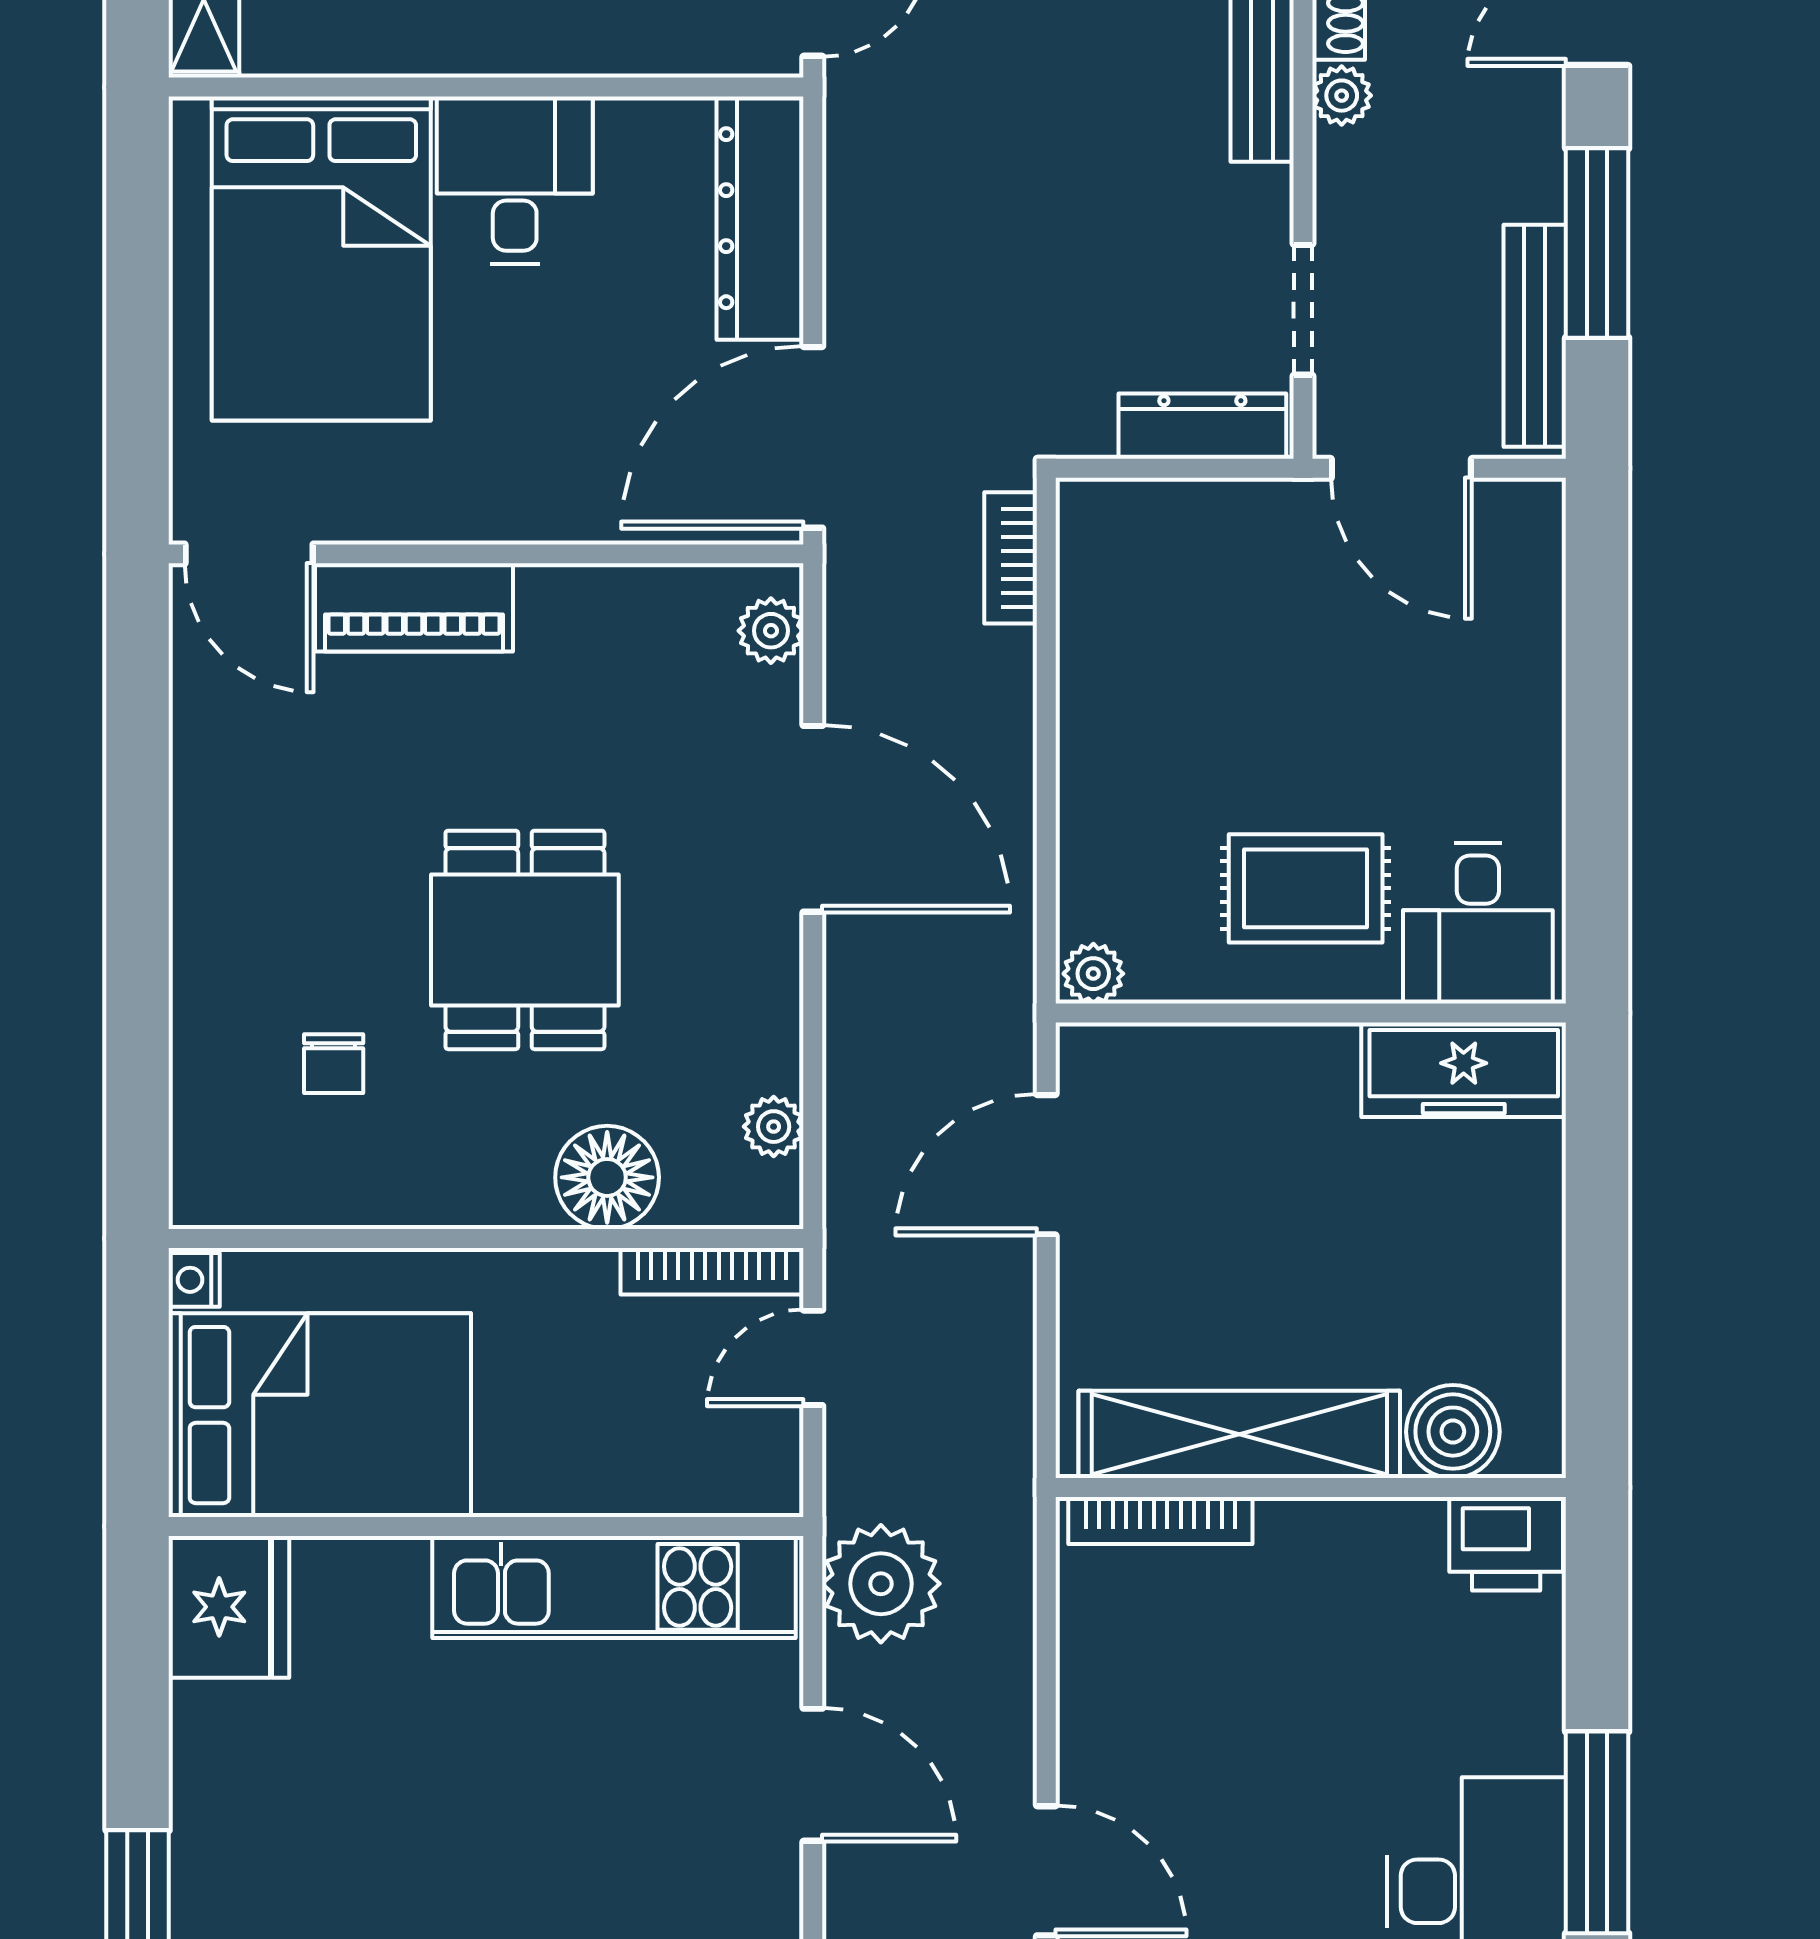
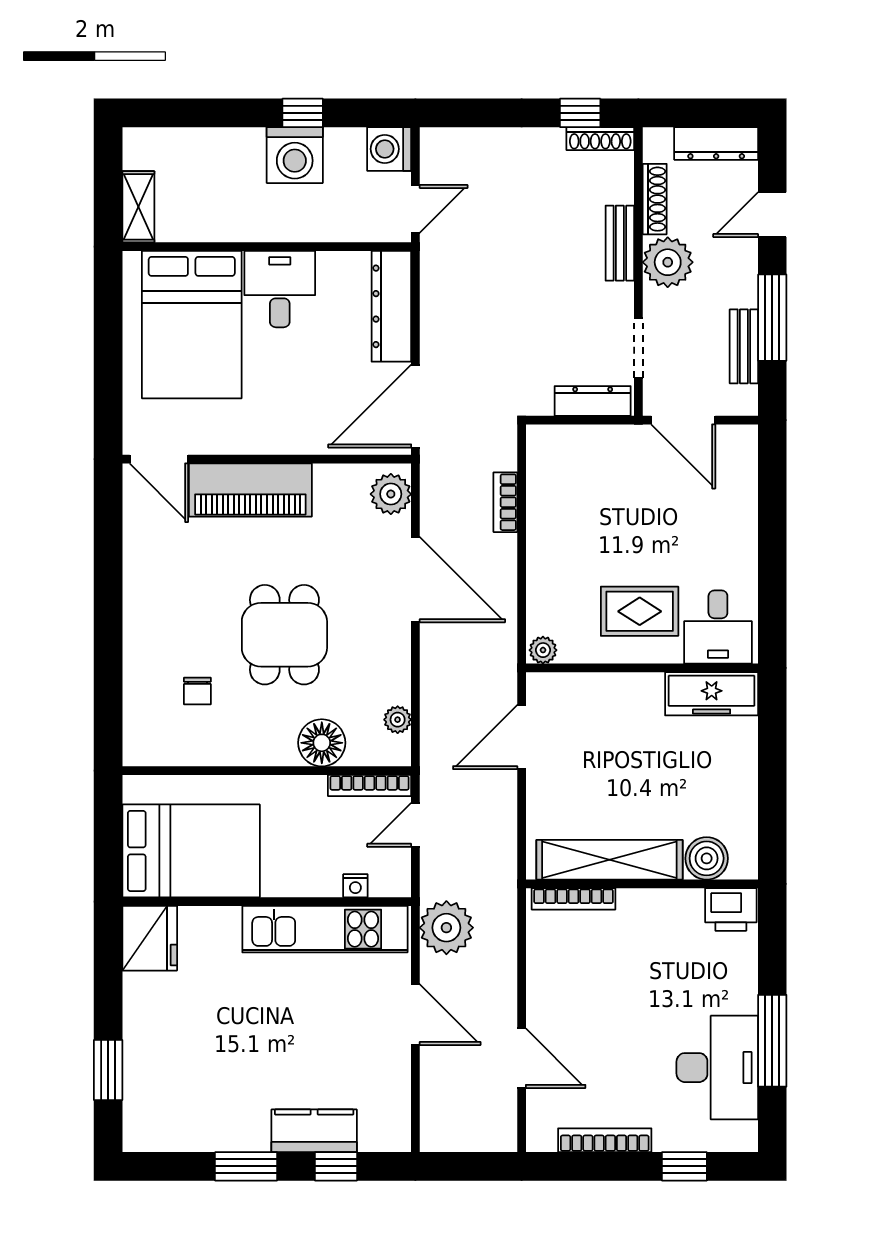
plant: (1342, 96) -> (668, 262), width x1.88, depth x1.88
bench: (1535, 336) -> (744, 346), width x0.73
bookcase: (1011, 558) -> (505, 502), moved
piano: (414, 607) -> (250, 490), width x1.37, depth x1.33
plant: (771, 631) -> (391, 494), width x1.38, depth x1.38
nightstand: (194, 1280) -> (355, 886), moved, turned -90

